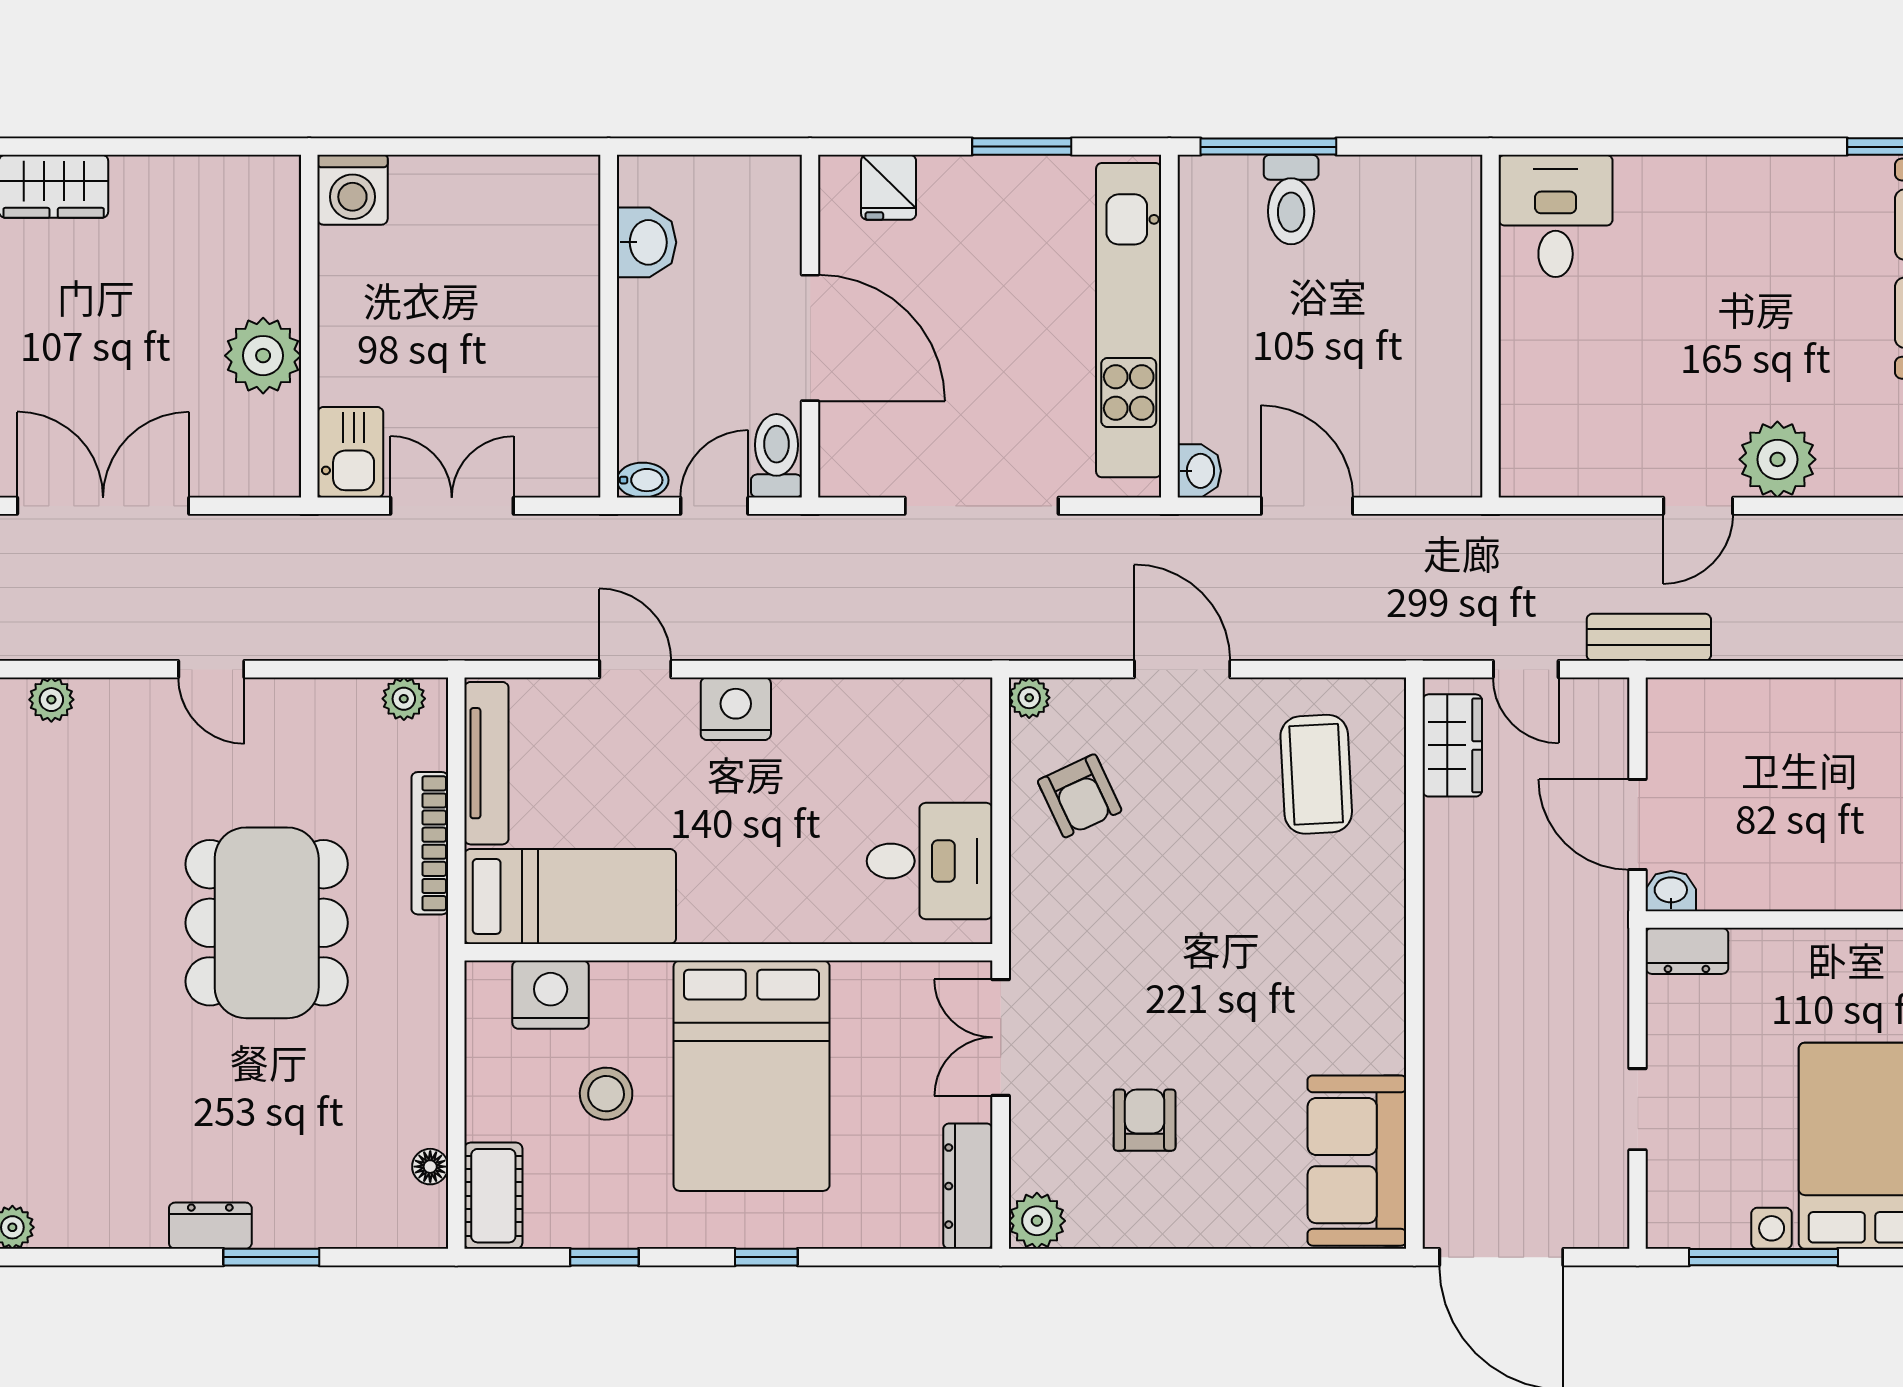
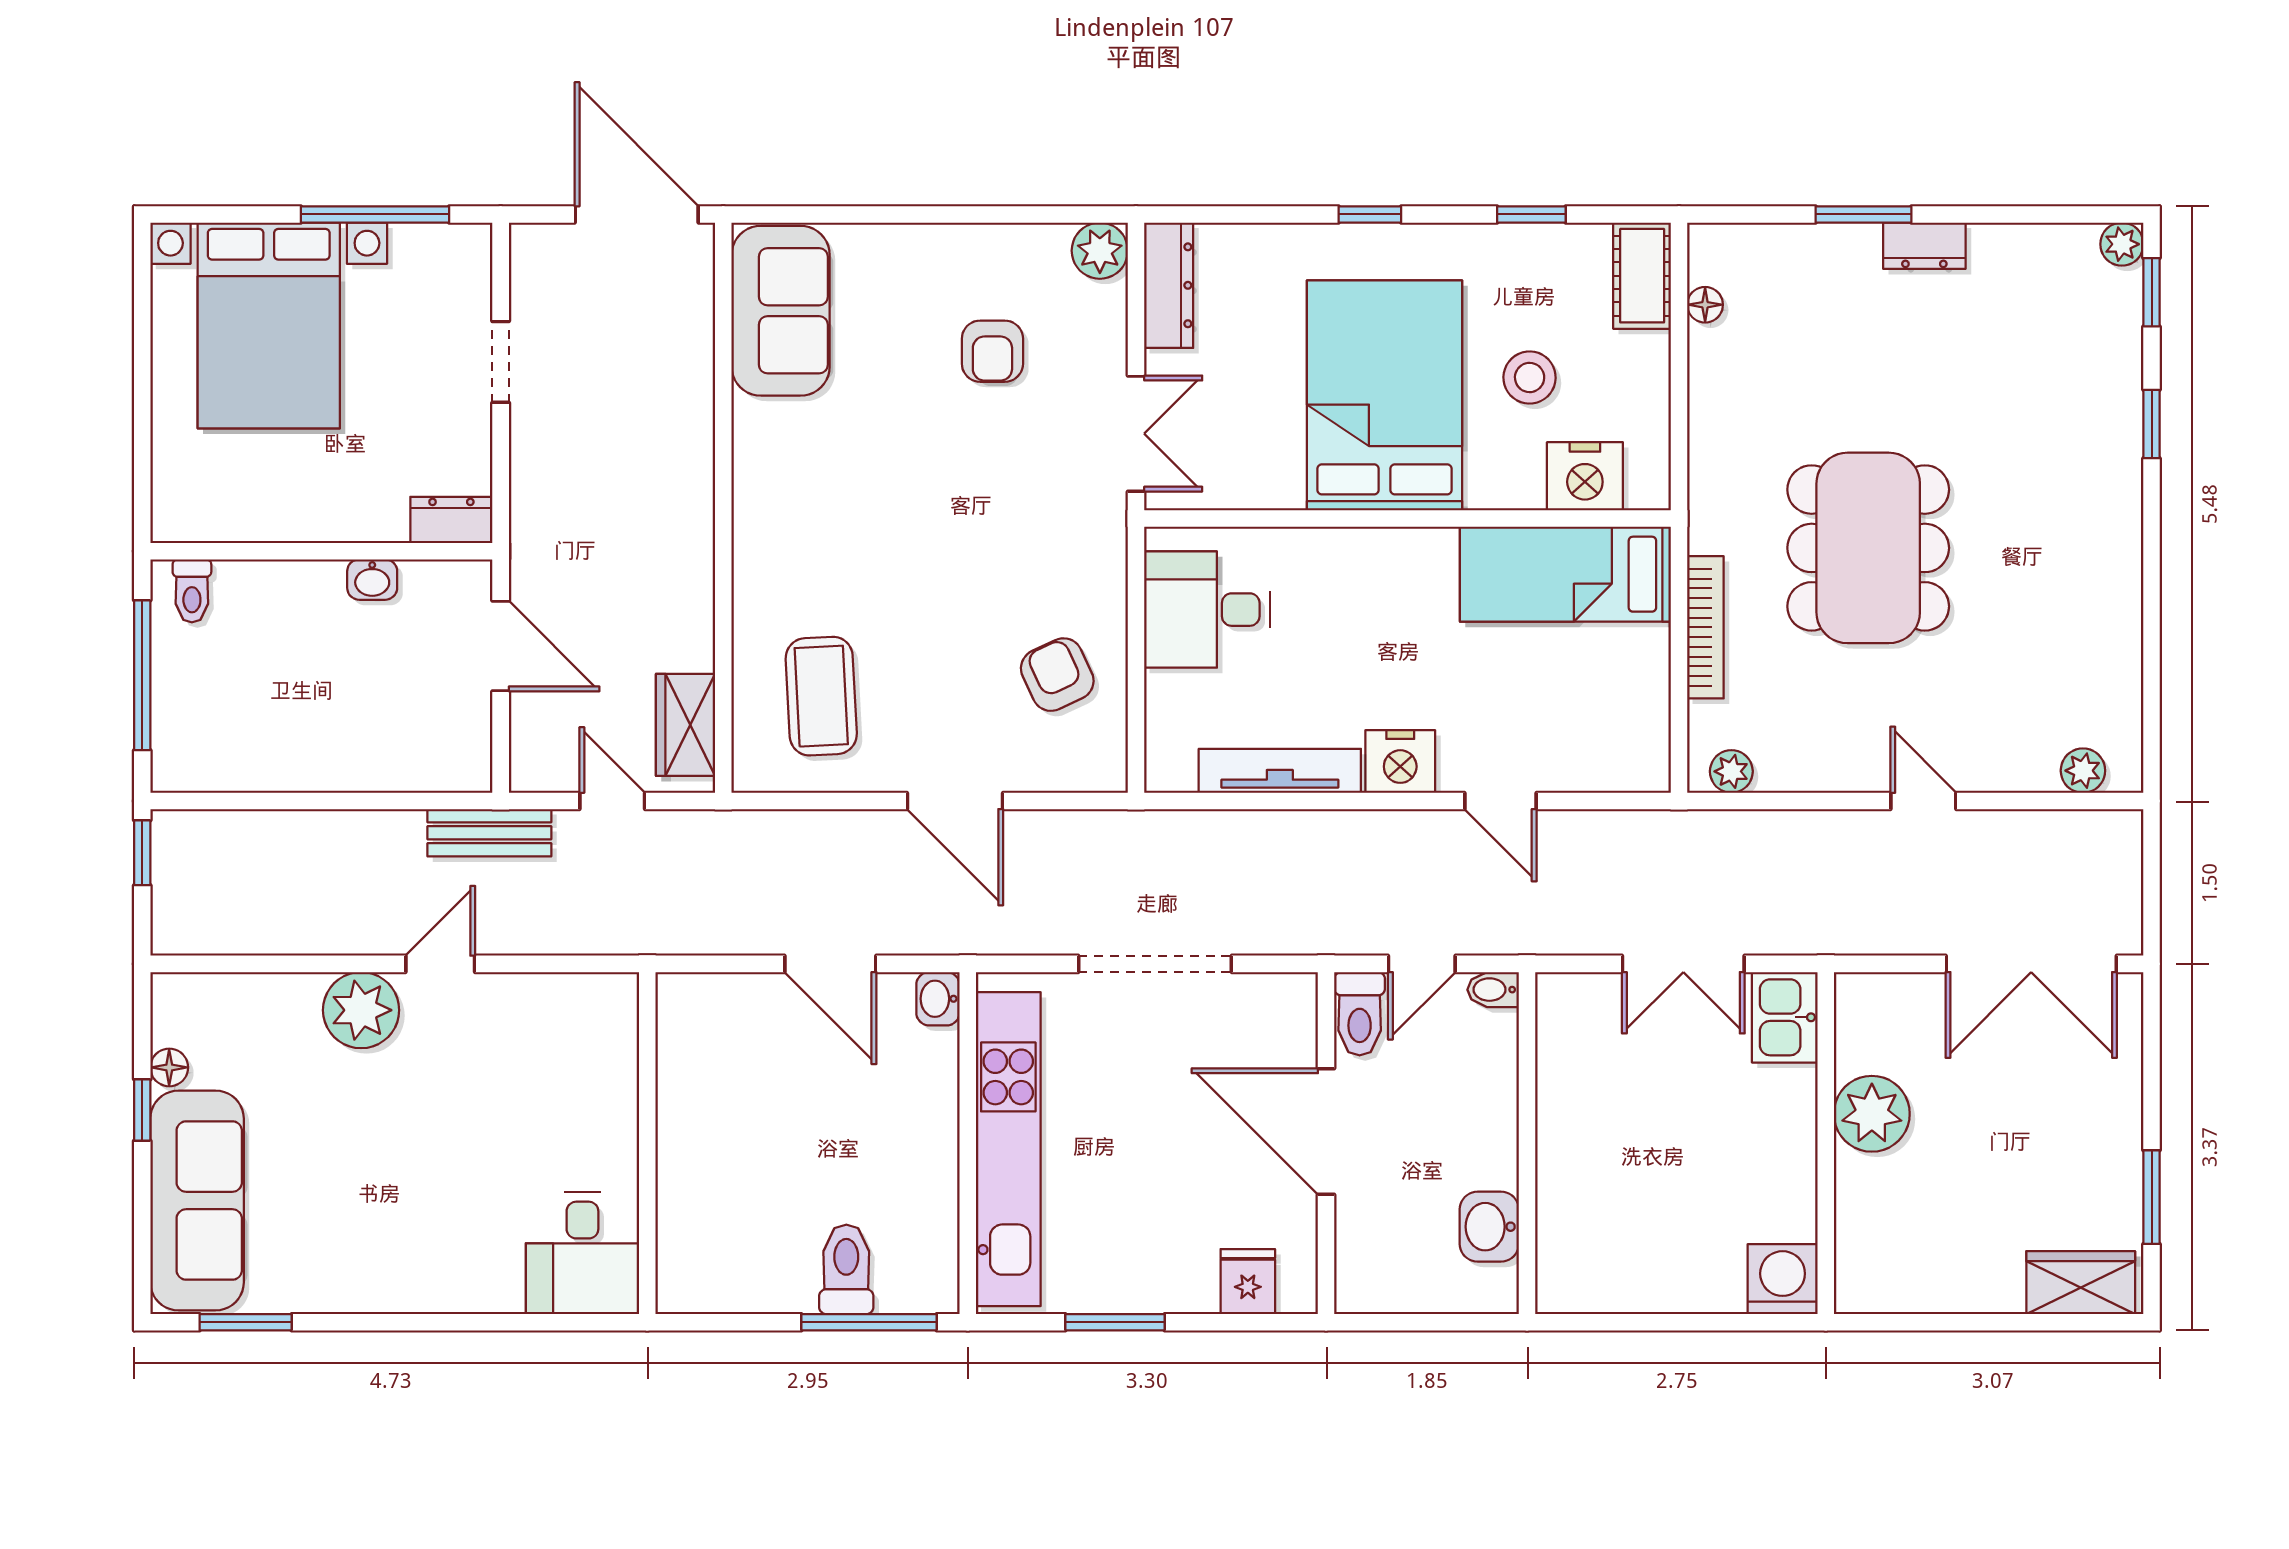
plant: (1029, 698) -> (1107, 772), removed
tv unit: (486, 763) -> (1280, 771), moved, turned 90
washbasin: (1671, 891) -> (372, 580), moved

